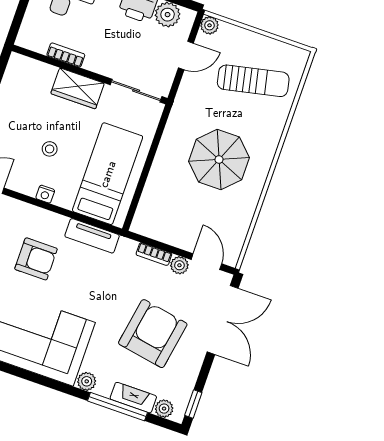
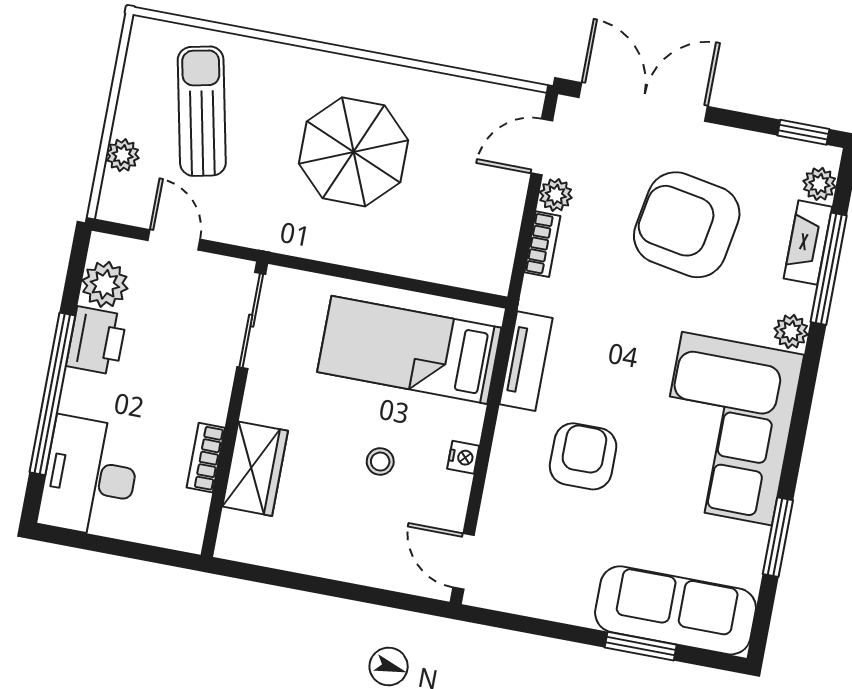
plant: (209, 25) -> (123, 155), moved
wardrobe: (78, 88) -> (255, 469), moved

